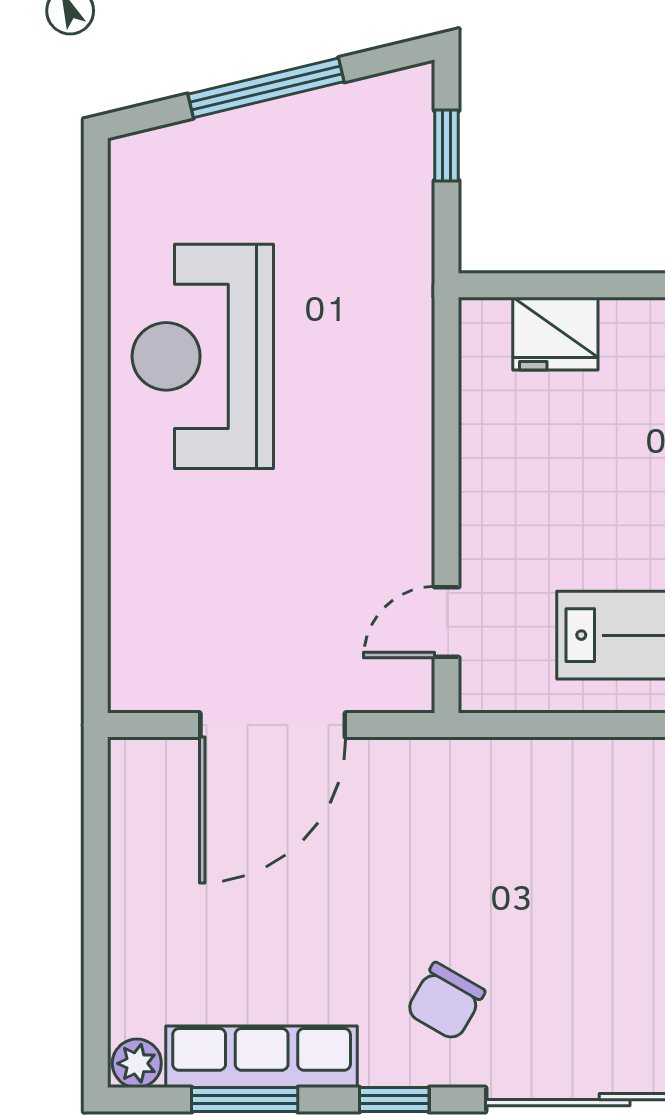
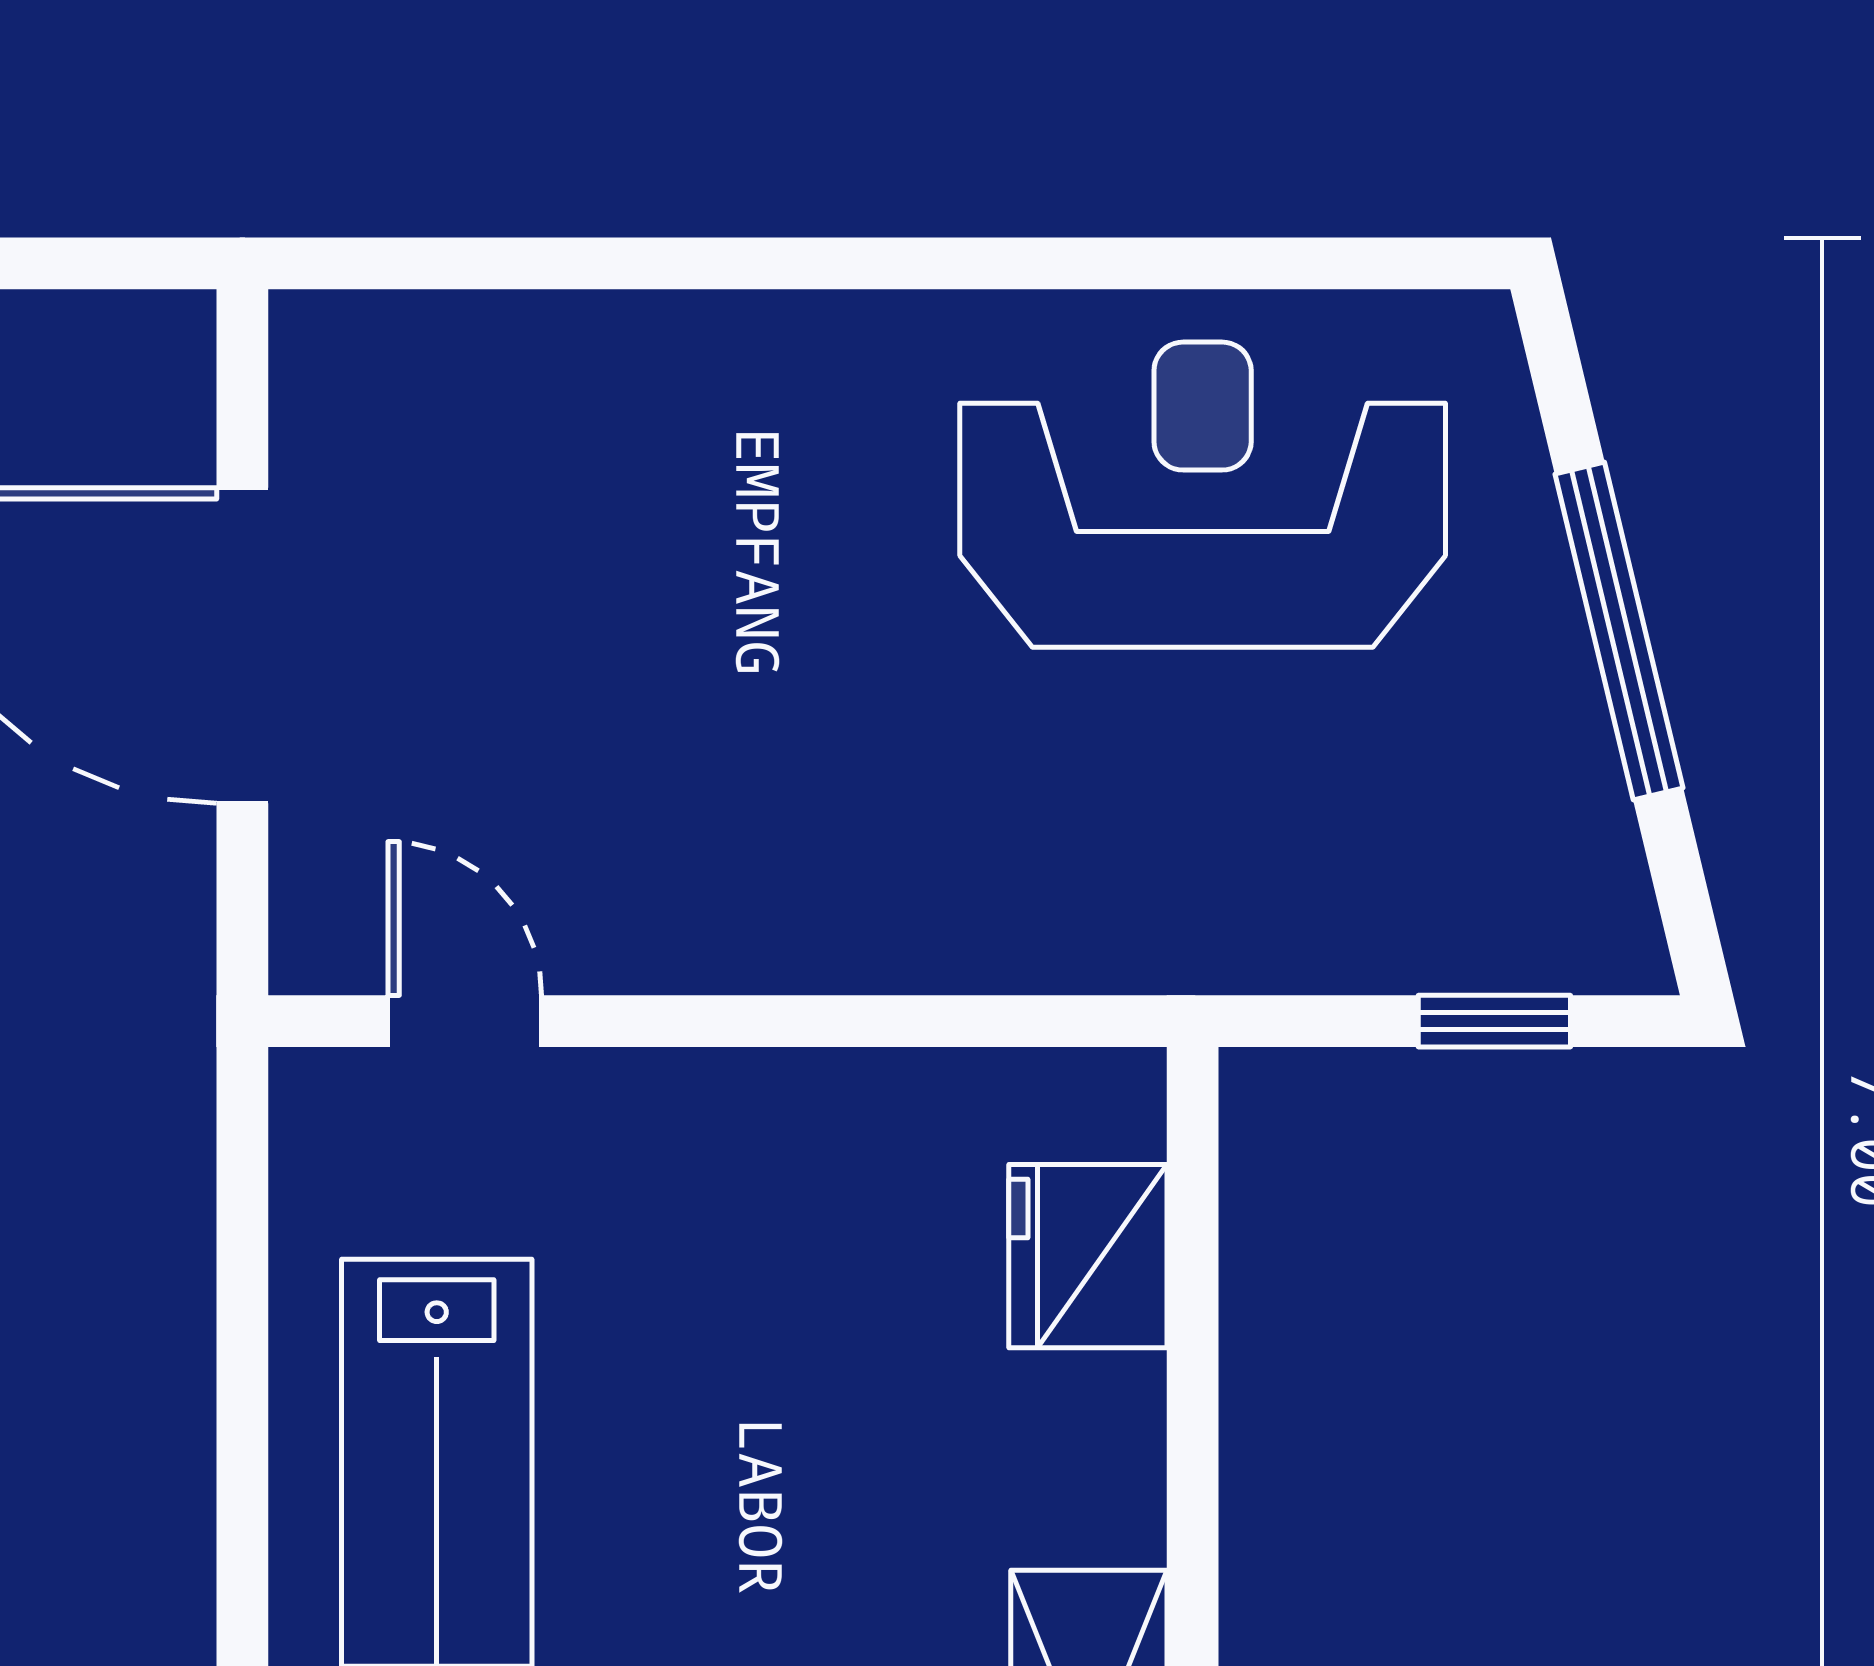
reception desk: (203, 356) -> (1203, 495), moved

